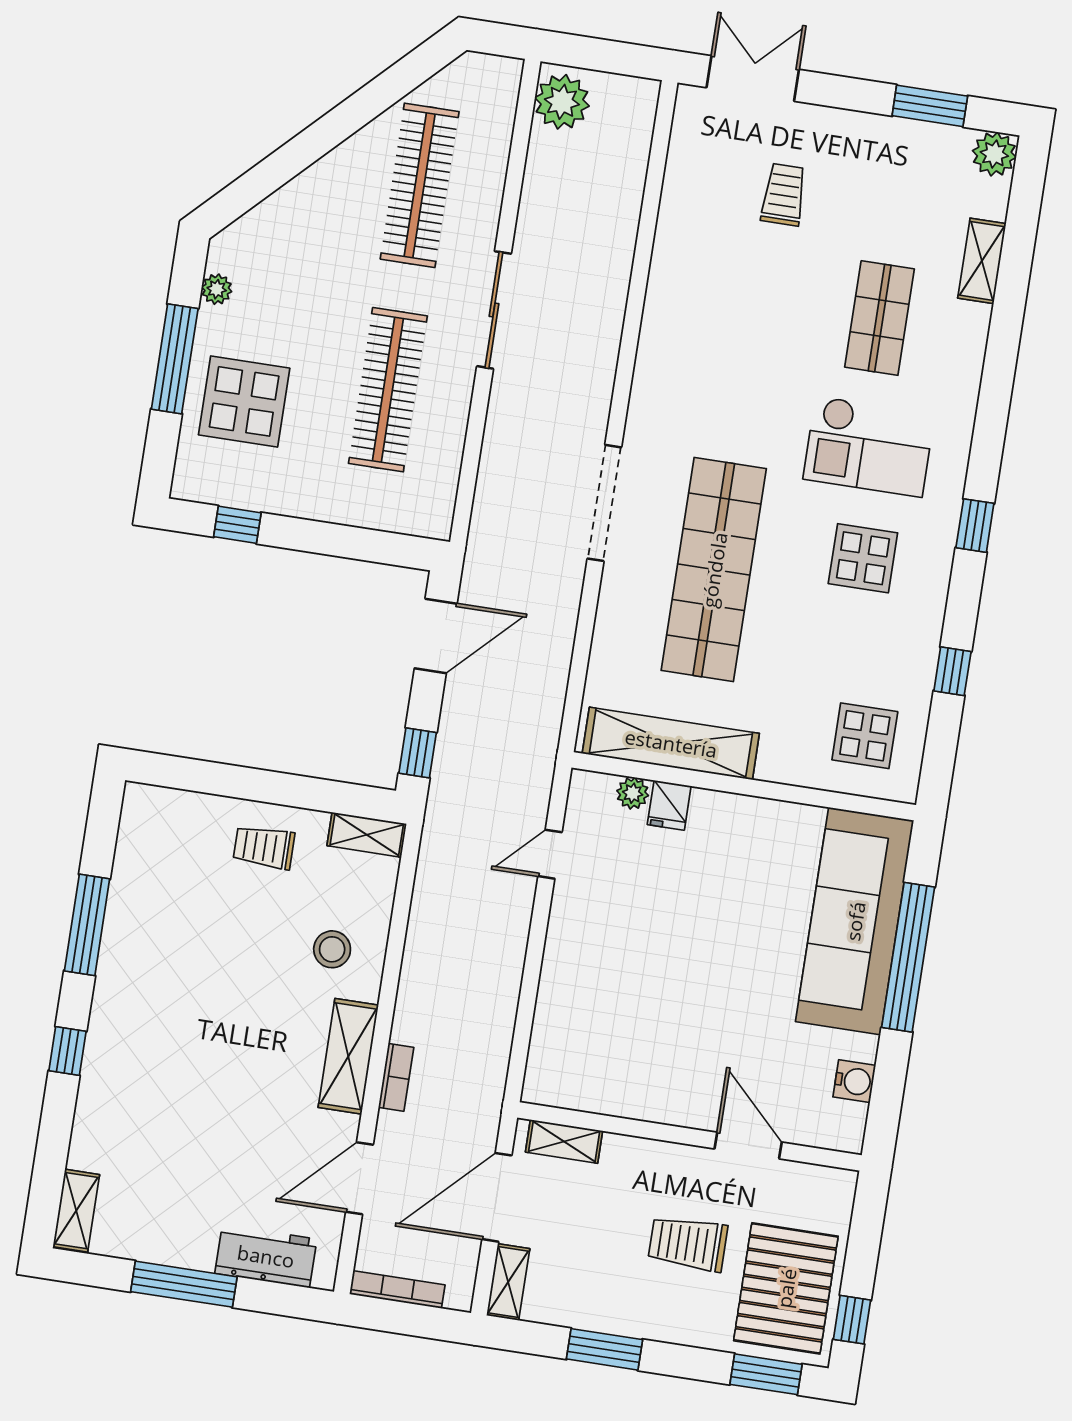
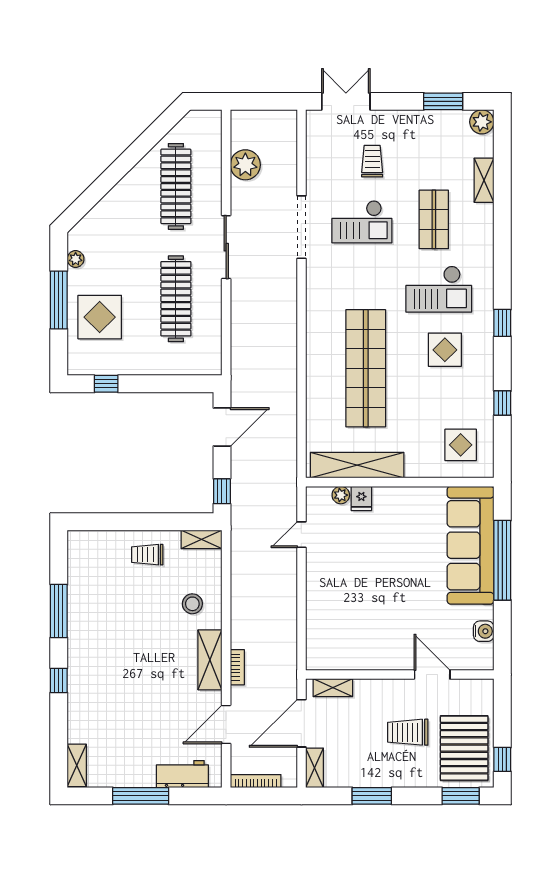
plant: (562, 102) -> (245, 165), moved
checkout: (748, 302) -> (362, 222), added
doorway: (604, 503) -> (301, 227), moved

